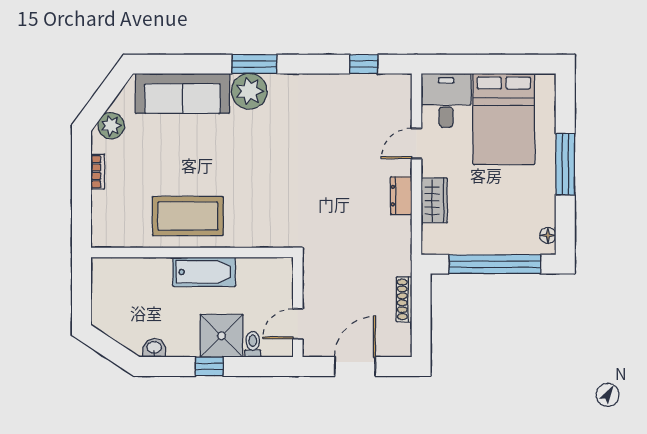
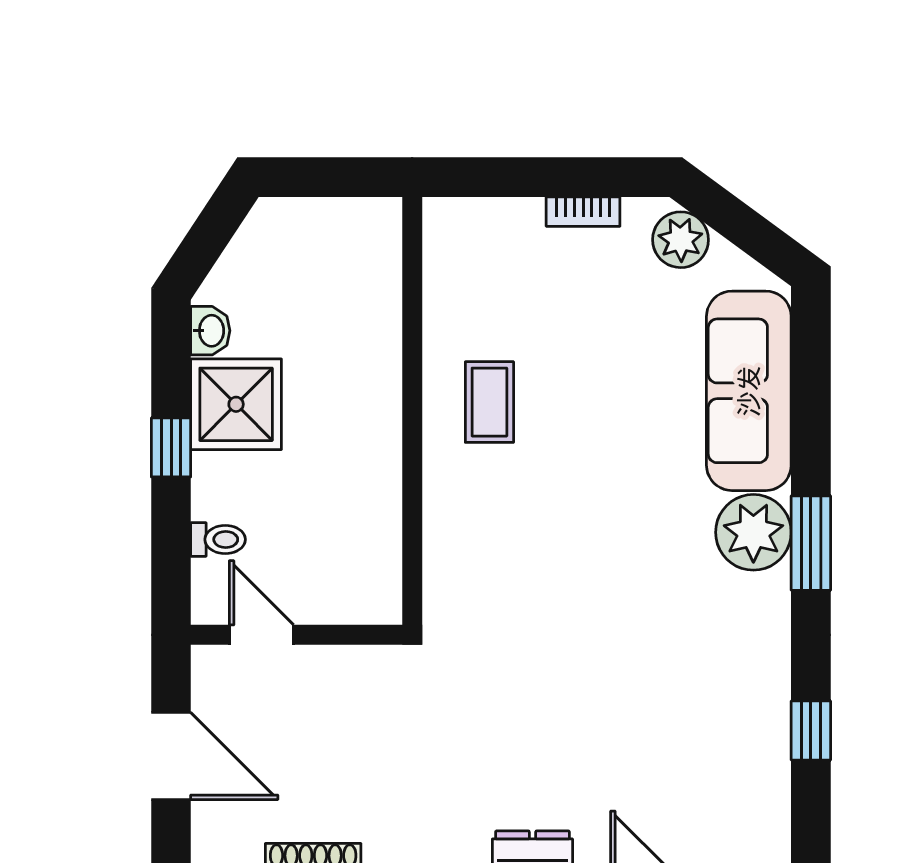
window: (364, 64) -> (811, 731), moved
coffee table: (188, 216) -> (489, 402), width x0.54, depth x0.58
bathtub: (204, 272) -> (371, 437), removed
shower: (222, 336) -> (236, 404), moved

